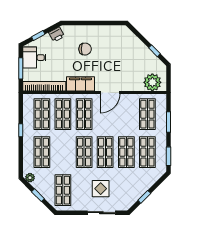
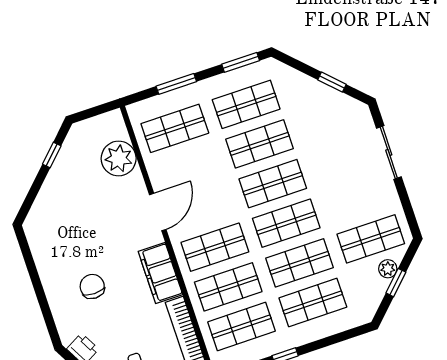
plant: (152, 82) -> (119, 158), moved
door: (110, 92) -> (158, 212), hinge flipped
shop shelf: (63, 152) -> (300, 263), added
plant: (30, 178) -> (388, 269), moved
display table: (101, 189) -> (344, 169), removed

